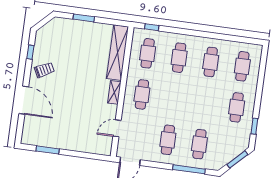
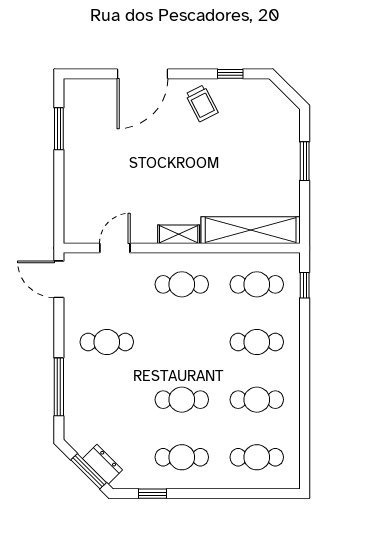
door: (117, 128) -> (115, 248), hinge flipped
cafe table: (199, 144) -> (182, 400), moved
dresser: (235, 151) -> (103, 464), added

